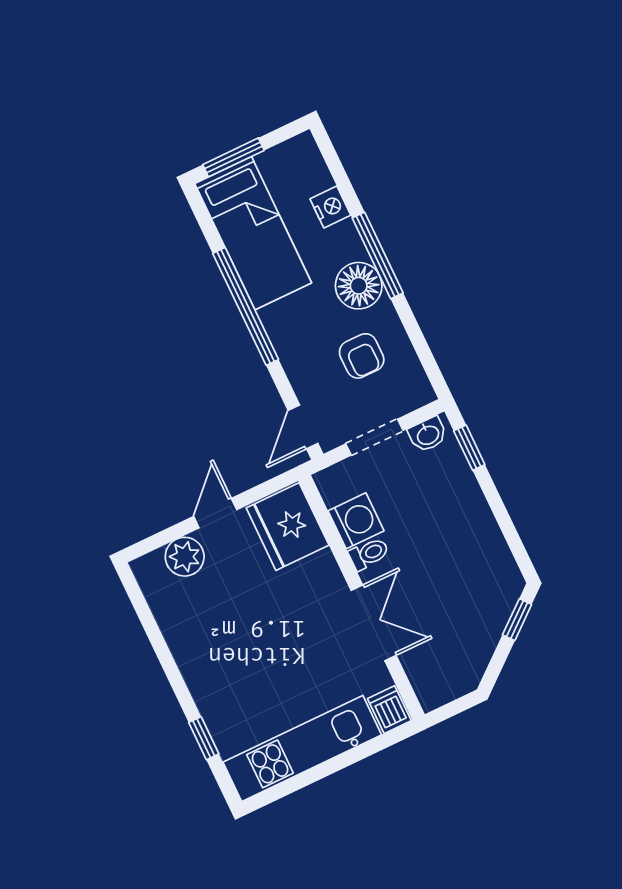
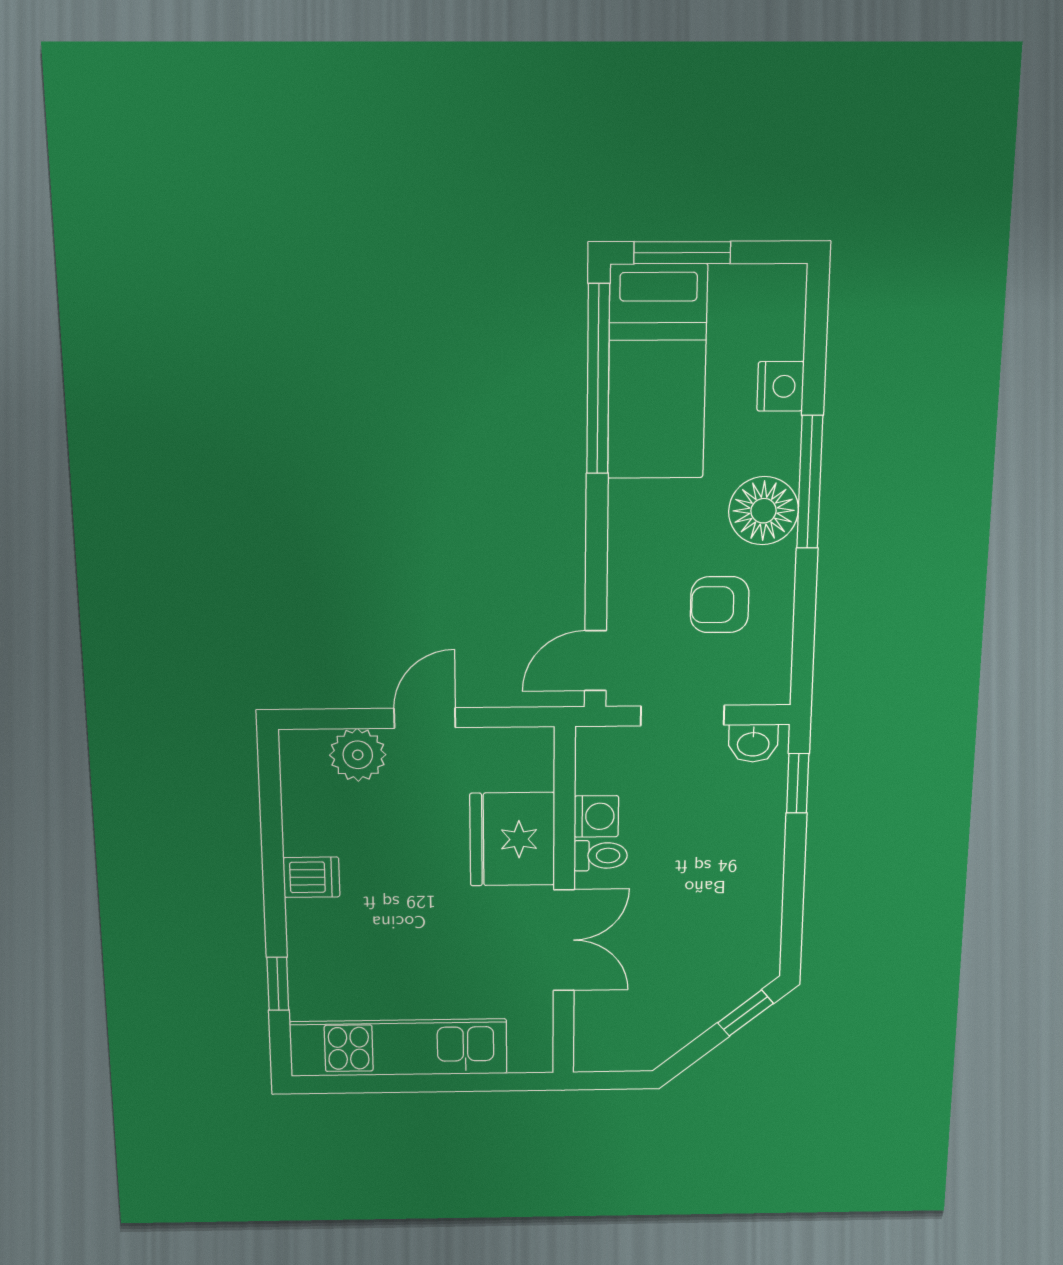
window: (246, 306) -> (598, 379), moved
armchair: (362, 356) -> (720, 605), turned 90
washing machine: (356, 521) -> (596, 816), width x0.73, depth x0.73
fridge: (288, 527) -> (512, 839), moved
dishwasher: (389, 710) -> (311, 877), moved, turned 90

